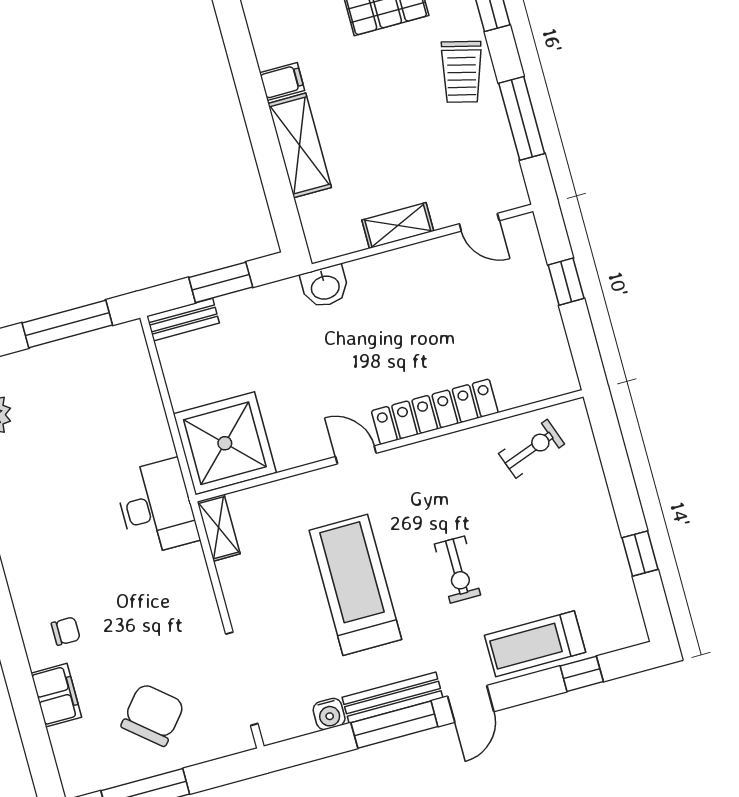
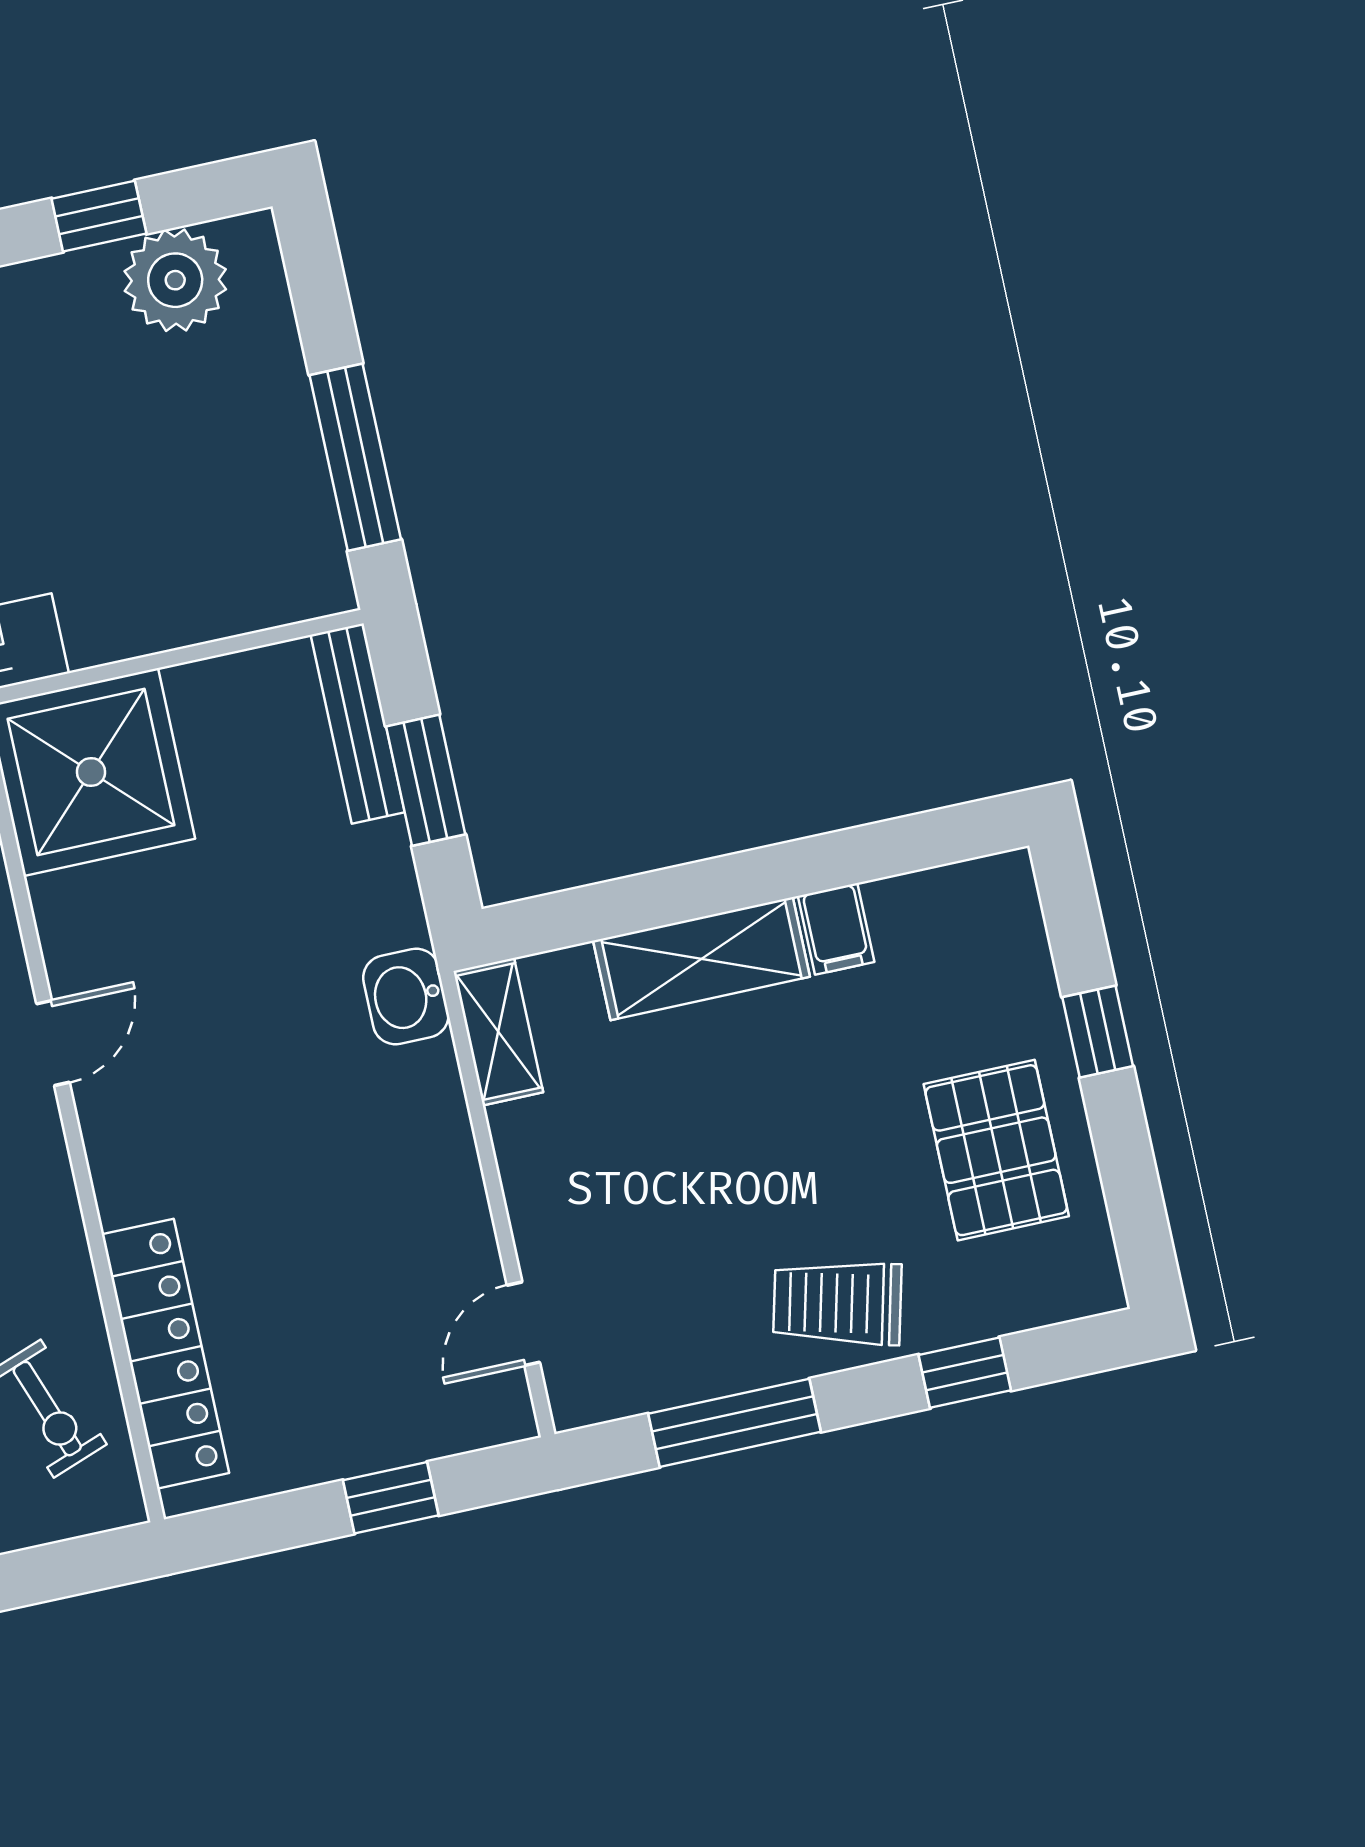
shelving: (398, 226) -> (498, 1032), moved
bench: (183, 320) -> (358, 723), width x1.36
locker: (435, 412) -> (165, 1354), moved

